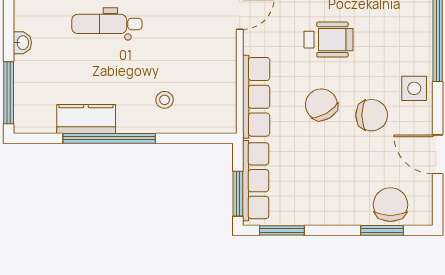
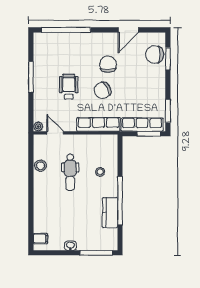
dental chair: (107, 24) -> (70, 172), moved
side table: (414, 88) -> (94, 42), removed

